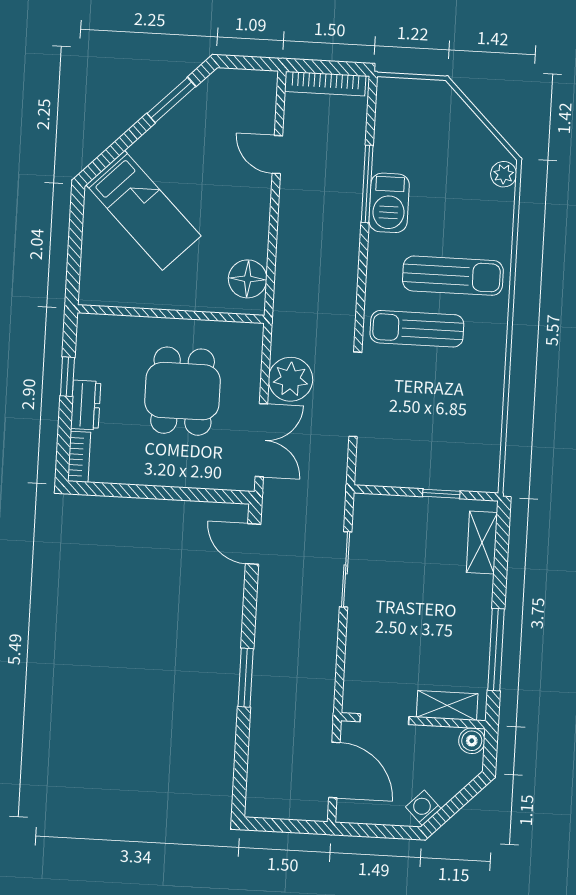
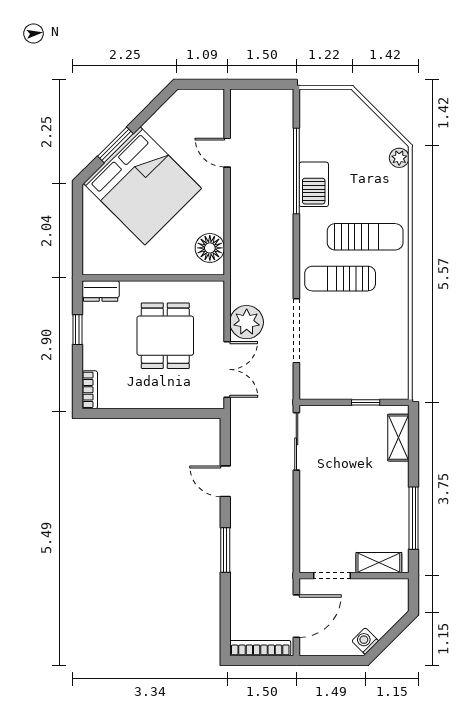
bookcase: (325, 84) -> (260, 648), moved, turned 180
window: (171, 100) -> (115, 145), moved
window: (367, 184) -> (296, 171), width x1.46
bed: (143, 210) -> (142, 186), width x2.04
dresser: (86, 405) -> (101, 291), moved, turned 90
door: (253, 544) -> (225, 481), moved
sliding door: (346, 569) -> (296, 441), moved
boiler: (472, 741) -> (399, 588), removed
door: (334, 770) -> (296, 616), hinge flipped

